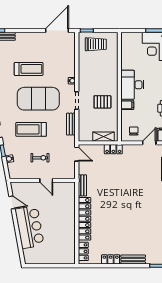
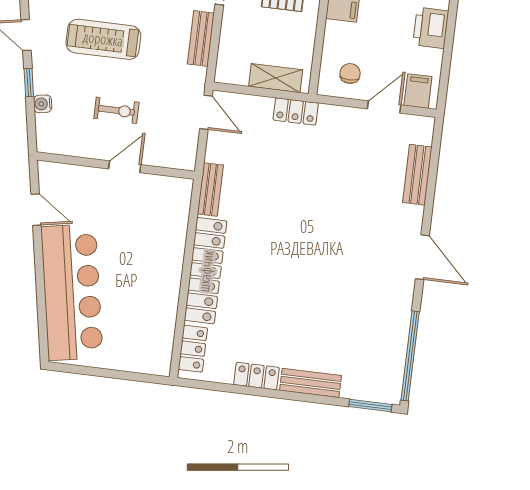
door: (46, 180) -> (125, 167), swing flipped
bar counter: (30, 227) -> (72, 292), width x1.36

